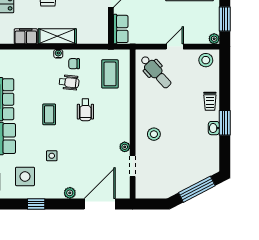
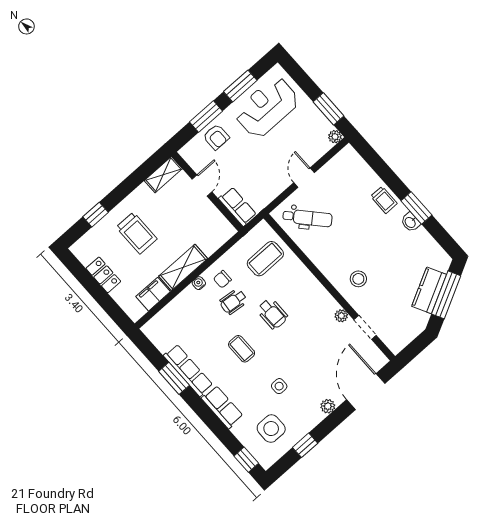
stool: (206, 60) -> (345, 164), removed
coffee table: (110, 74) -> (265, 259), turned 90
wheelchair: (69, 82) -> (233, 301), turned 180
kitchen counter: (189, 178) -> (429, 290), added

